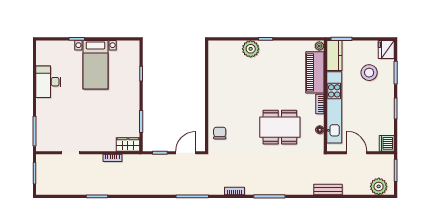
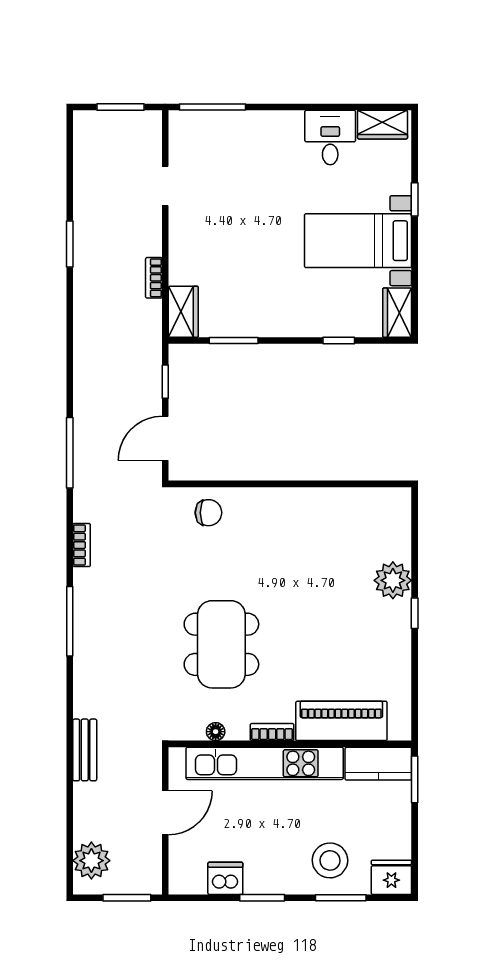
plant: (319, 46) -> (399, 731), removed
wardrobe: (128, 47) -> (397, 313), added
wardrobe: (43, 54) -> (382, 125), added
stool: (369, 73) -> (330, 860), moved
desk: (48, 82) -> (330, 137), width x0.73
dishwasher: (387, 143) -> (225, 878), moved
door: (186, 153) -> (165, 438), swing flipped

